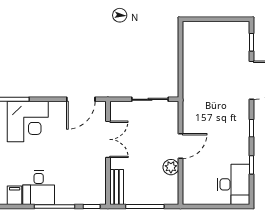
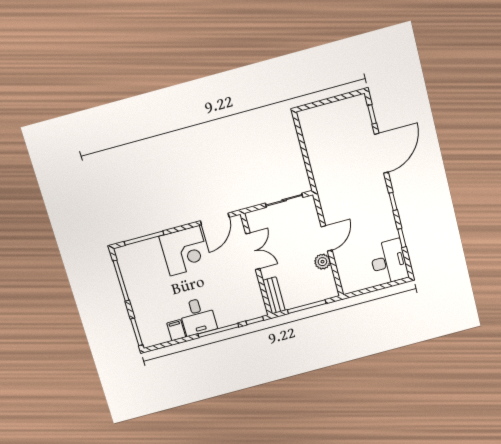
corner desk: (28, 121) -> (185, 251), moved

